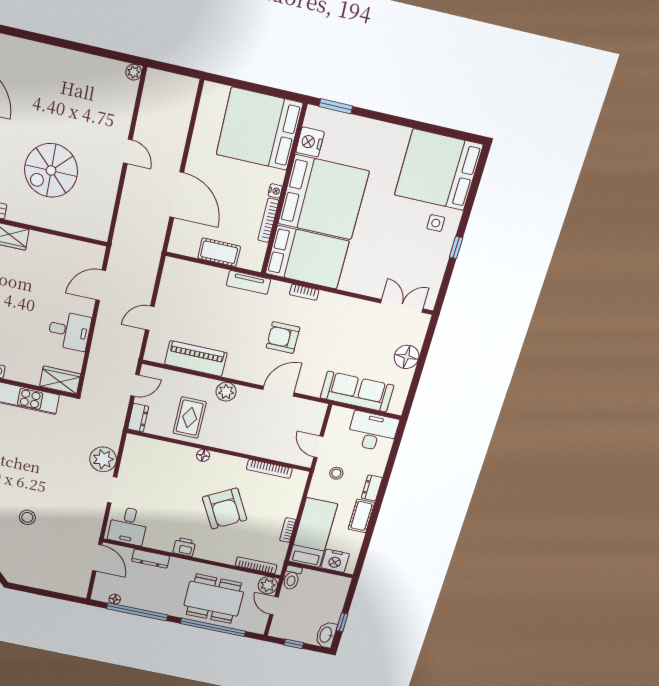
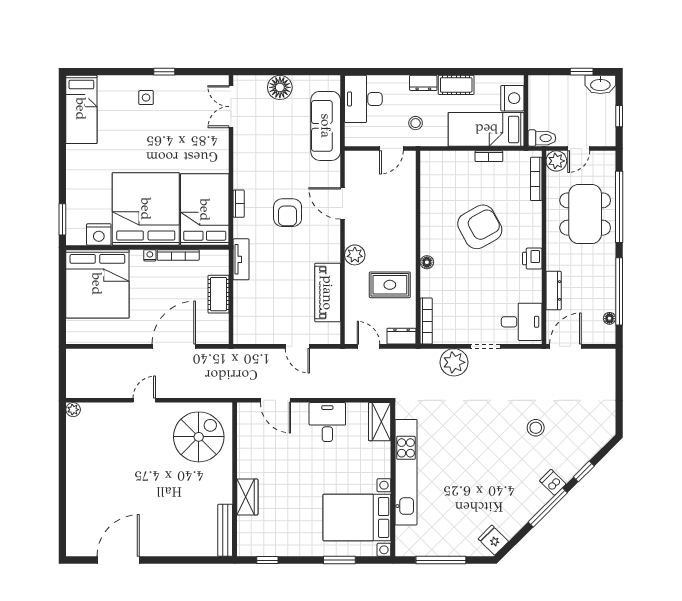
spiral stairs: (51, 170) -> (199, 437), moved, turned -90
bed: (439, 170) -> (81, 109), width x0.49
bookcase: (269, 469) -> (426, 321), moved

